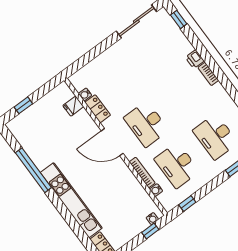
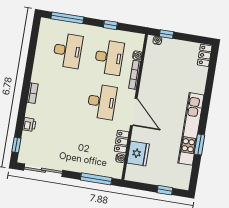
window: (87, 58) -> (96, 179), added
printer: (195, 59) -> (29, 125), moved
fridge: (73, 106) -> (138, 154), width x1.88, depth x1.34
window: (33, 170) -> (199, 144), width x0.47
kitchen unit: (71, 200) -> (191, 129), moved
window: (187, 203) -> (110, 25), moved

